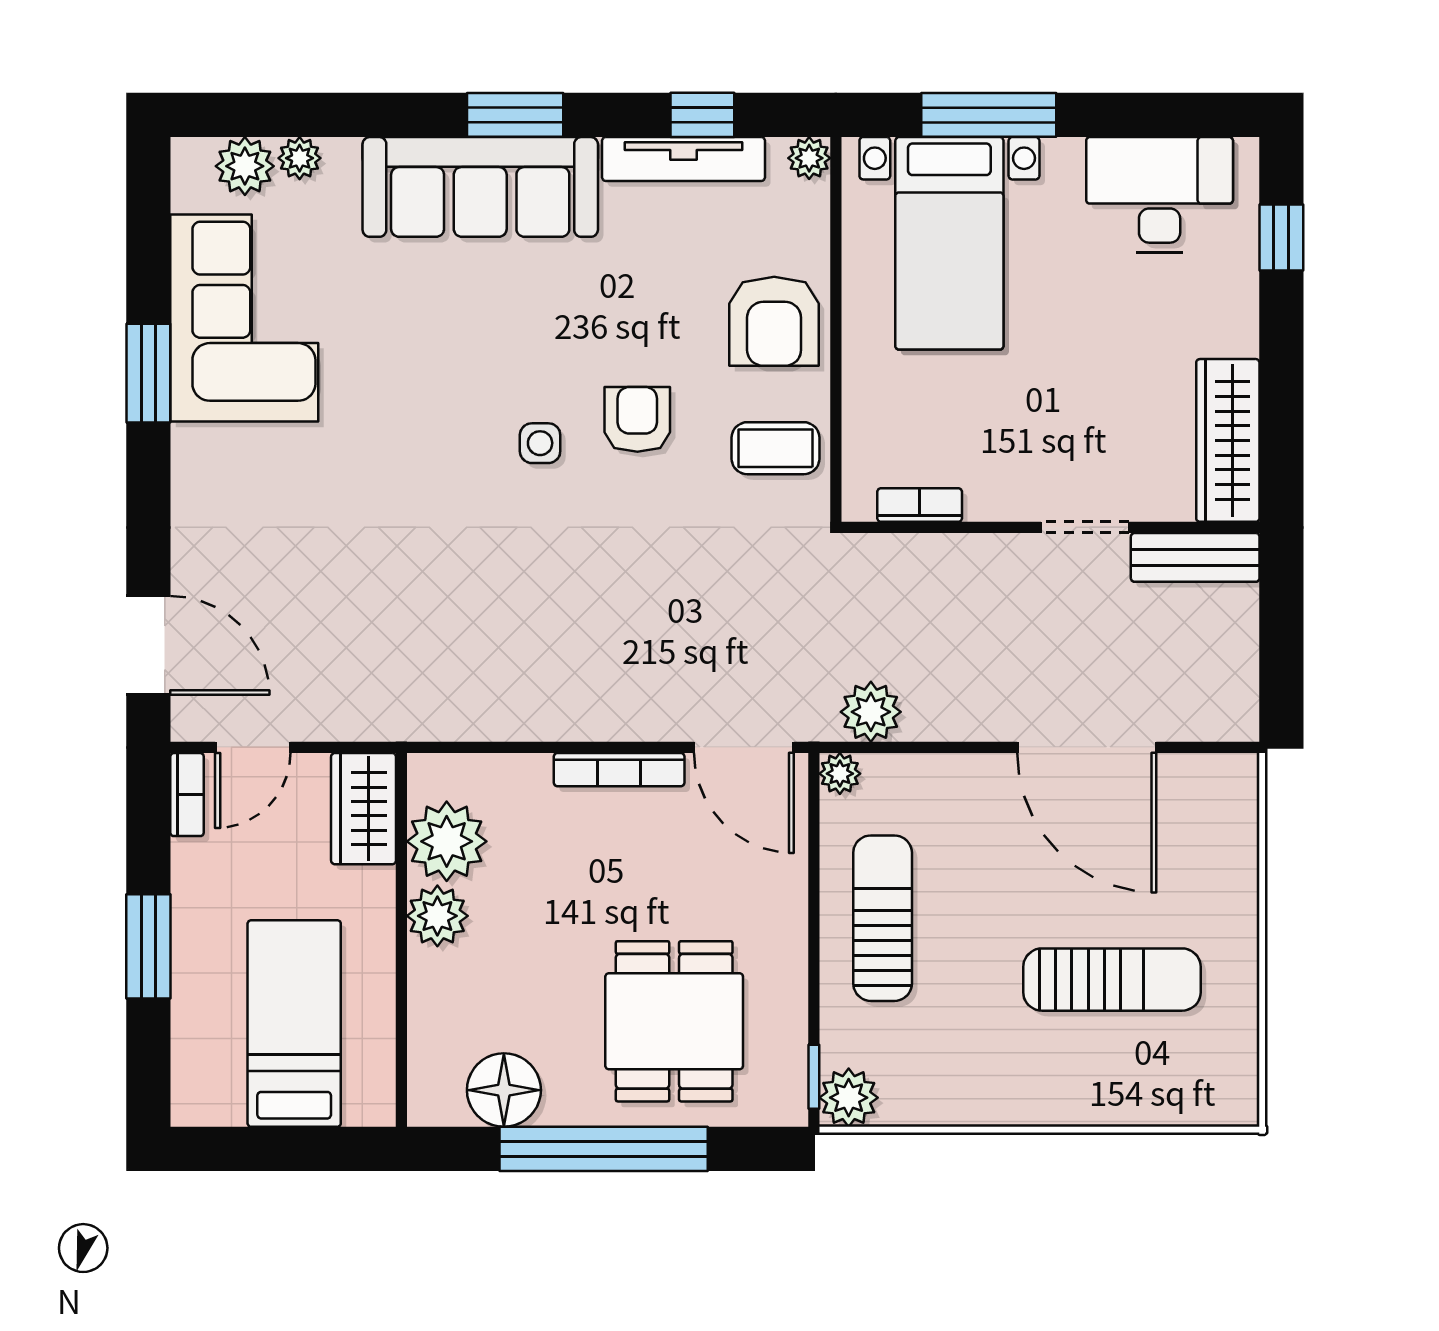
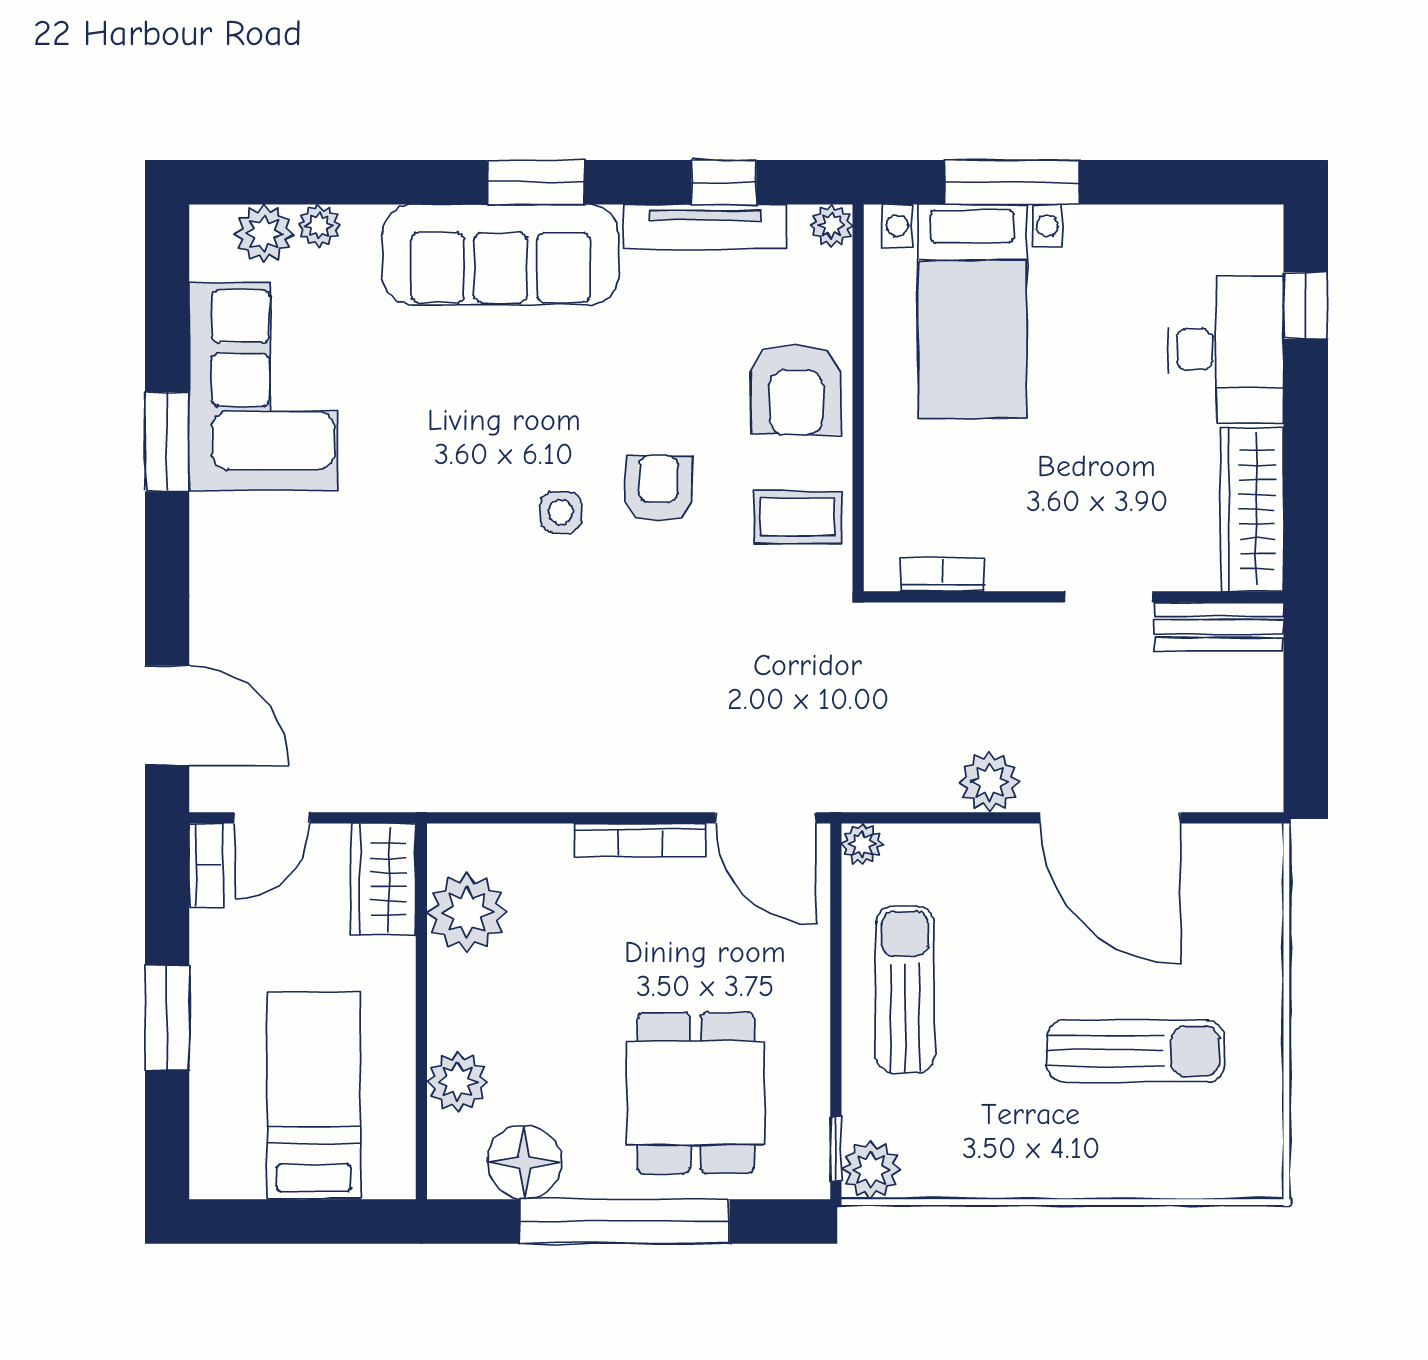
desk: (1160, 195) -> (1226, 349), moved, turned 90
plant: (871, 712) -> (990, 782), moved
plant: (437, 916) -> (458, 1082), moved

